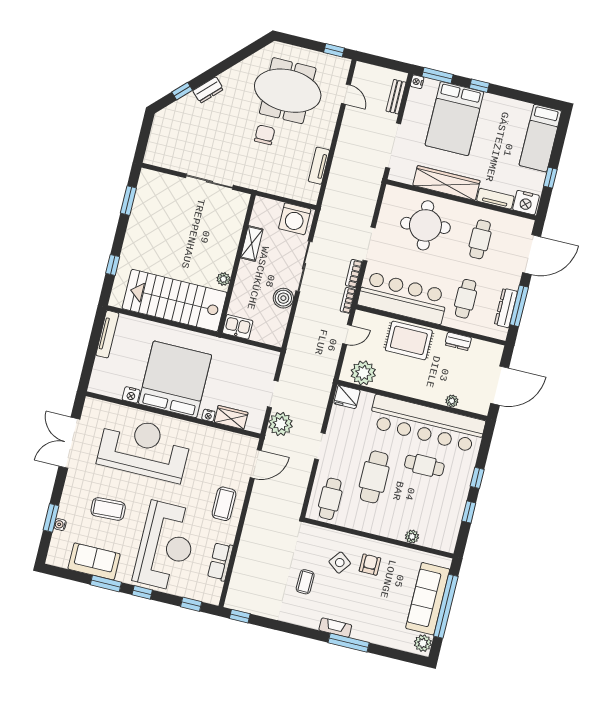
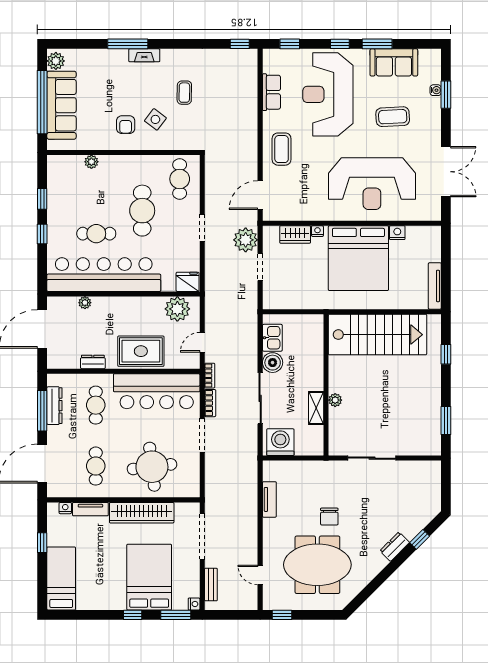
nightstand: (526, 203) -> (65, 508), width x0.53, depth x0.56
plant: (223, 279) -> (335, 400), moved
kitchen sink: (238, 327) -> (272, 338), moved, turned -90

